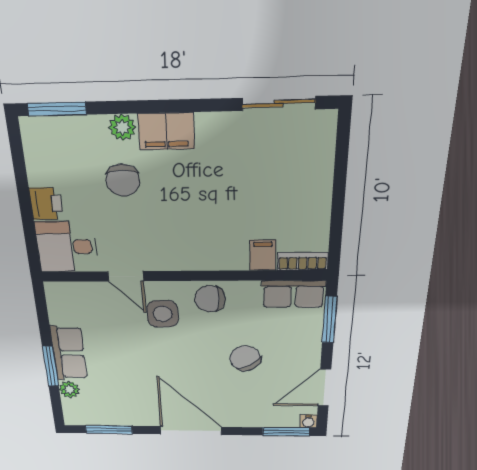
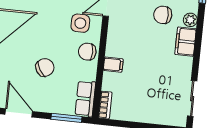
filing cabinet: (263, 255) -> (113, 65), moved
chair: (210, 299) -> (87, 52), turned -90

